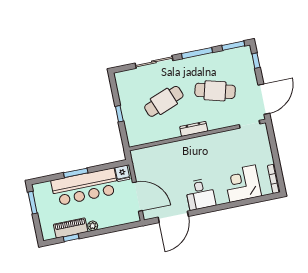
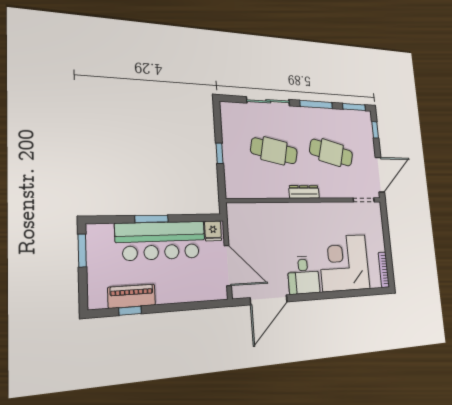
cafe table: (164, 101) -> (274, 151), turned 33
corner desk: (243, 184) -> (344, 263), width x1.36, depth x1.36
plant: (93, 226) -> (163, 297), removed

